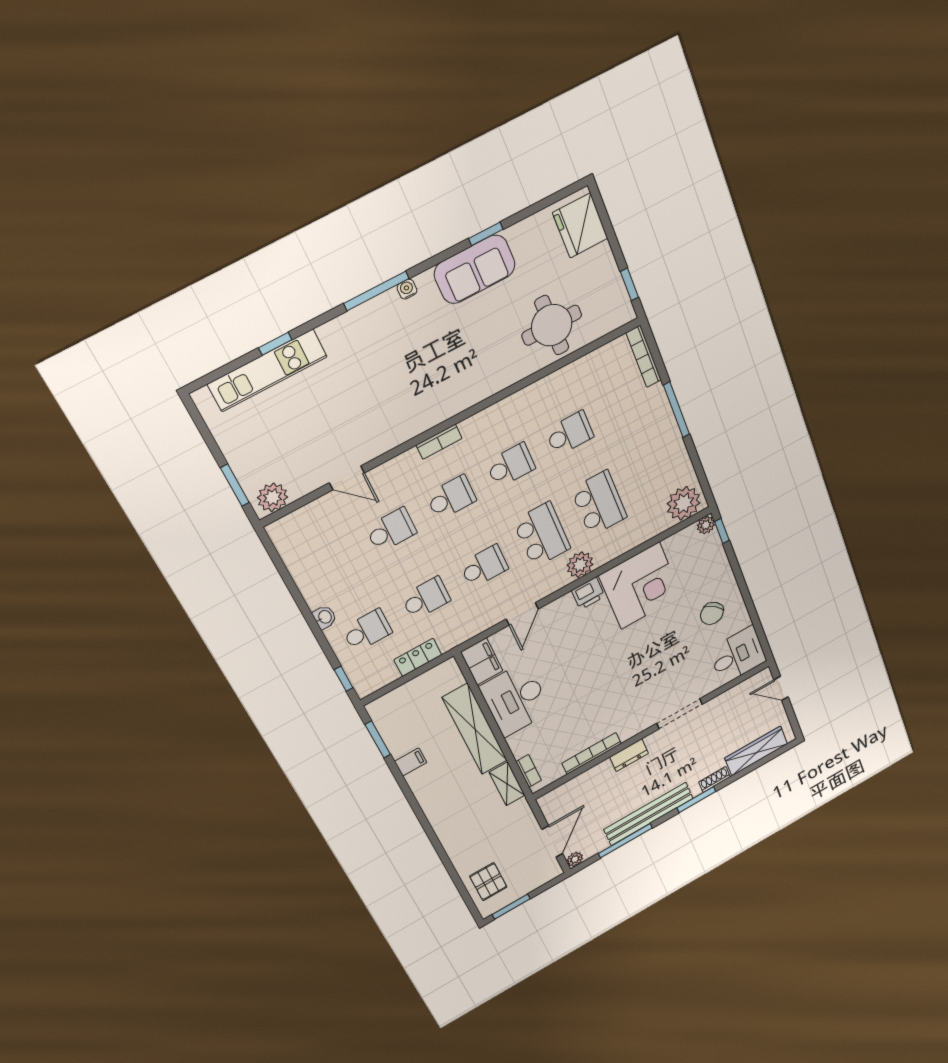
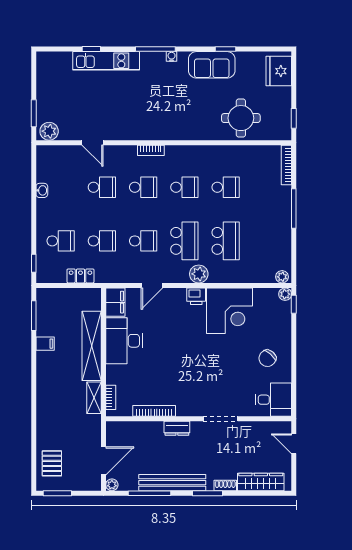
kitchen unit: (267, 370) -> (106, 61), moved
plant: (684, 503) -> (282, 277), width x0.53, depth x0.53
washbasin: (325, 617) -> (42, 190), moved

